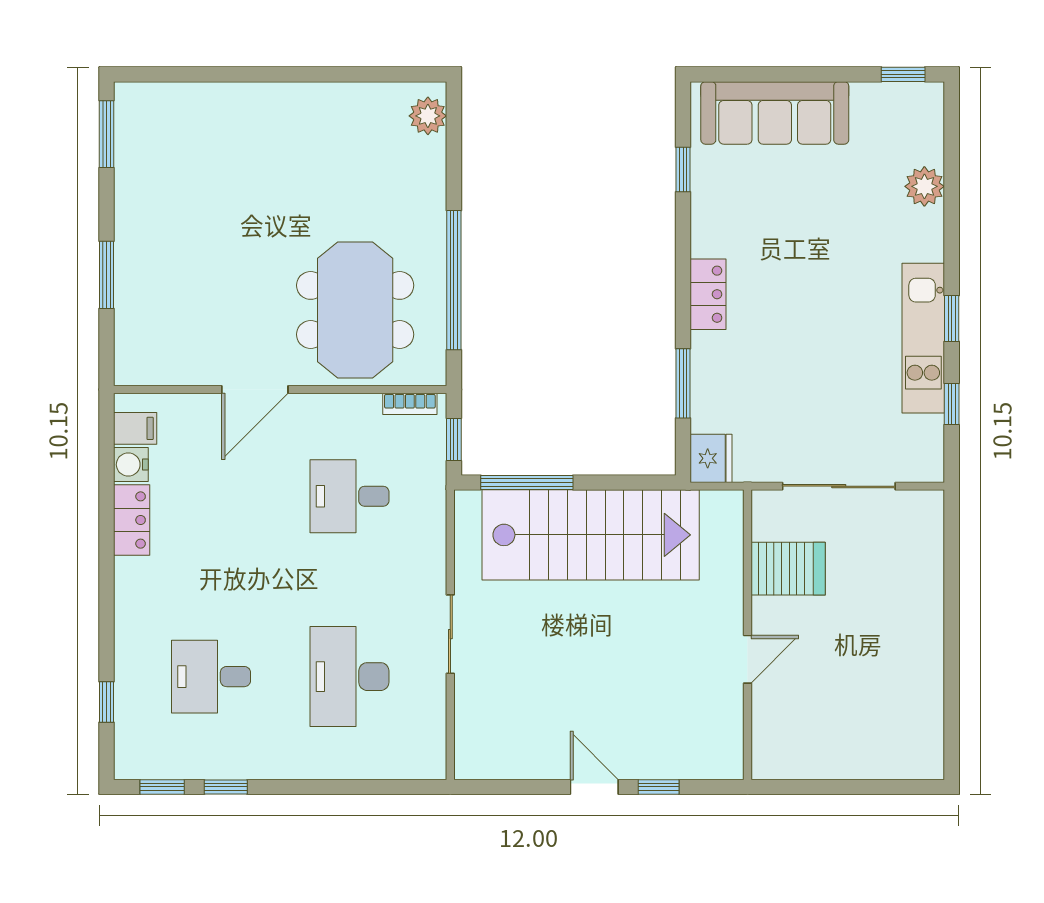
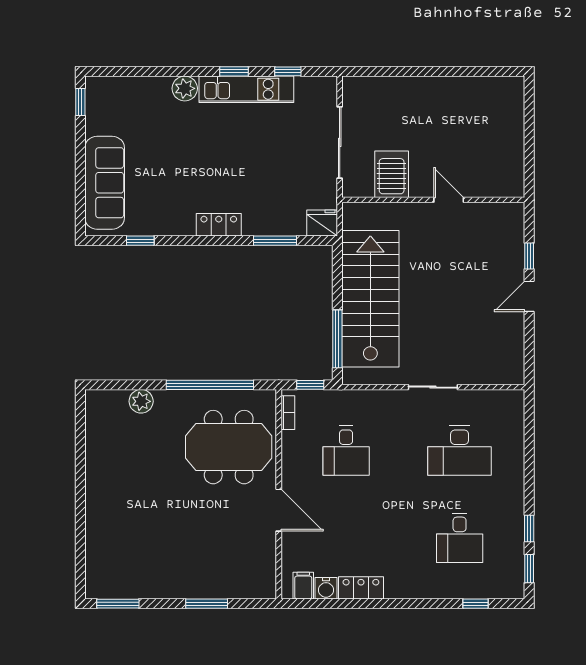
plant: (428, 116) -> (141, 401), moved
plant: (924, 186) -> (185, 88), moved

